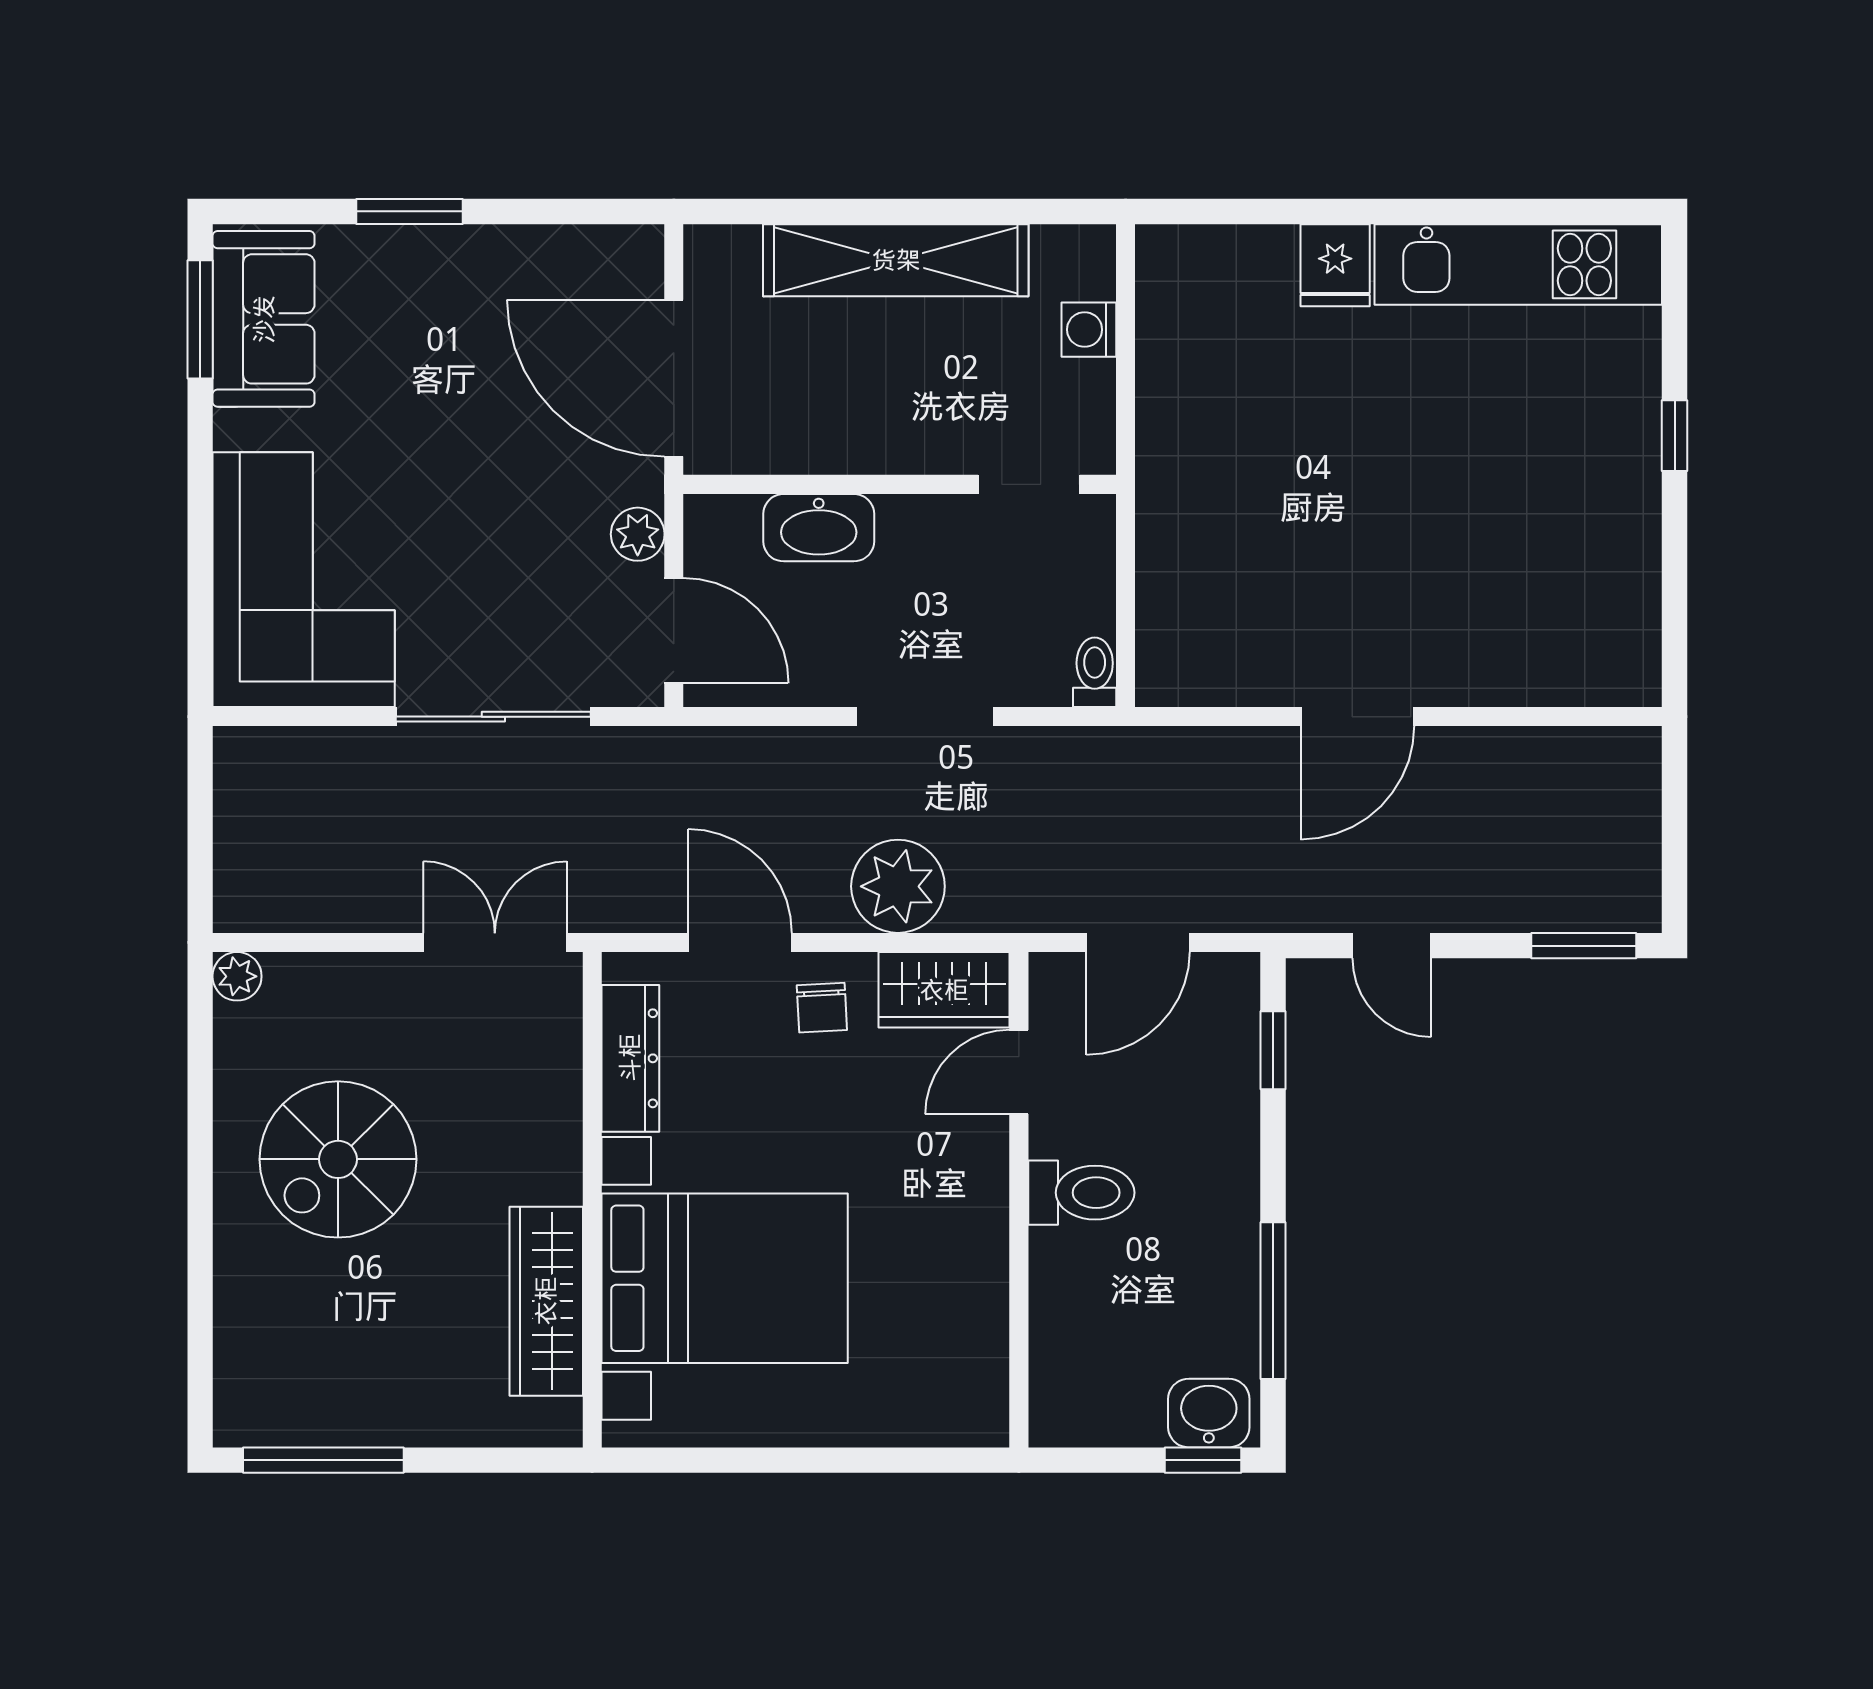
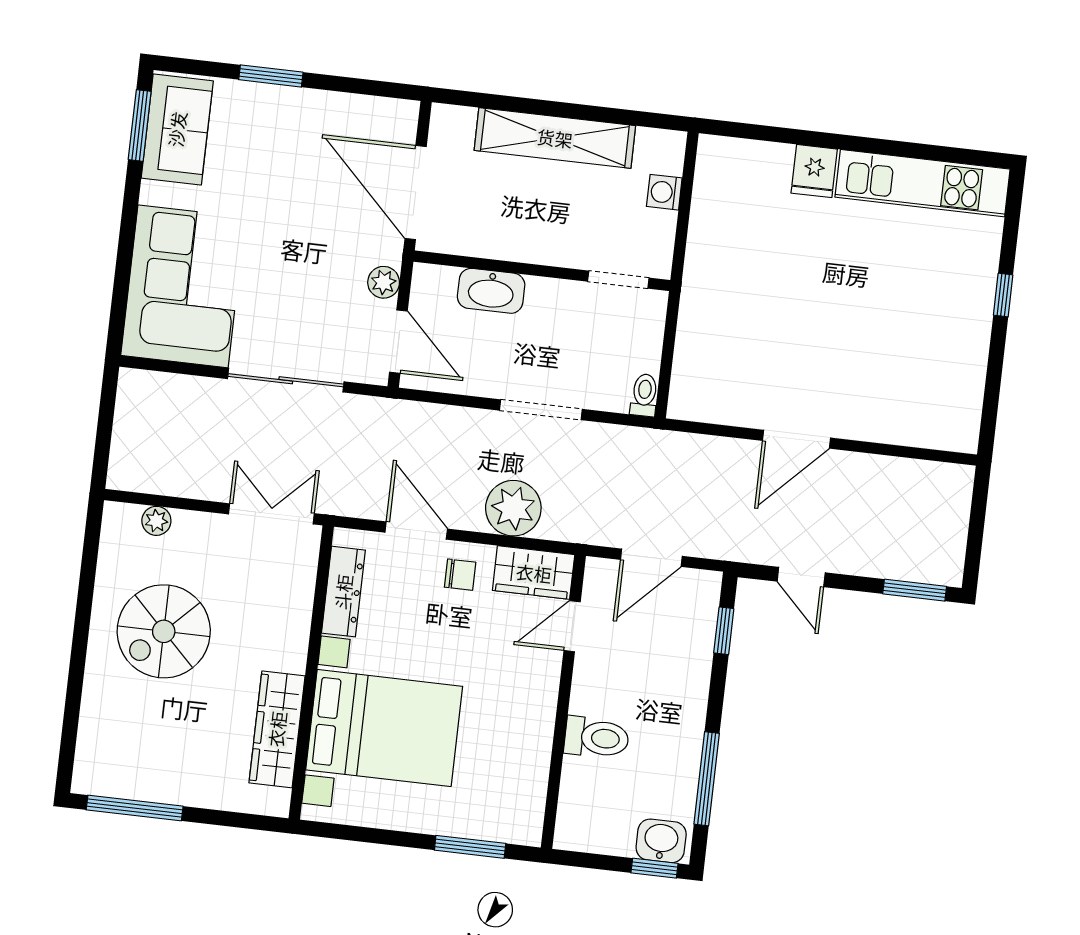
plant: (237, 976) -> (156, 521), moved
chair: (822, 1008) -> (460, 575), turned -87
toilet: (1081, 1193) -> (597, 738), moved
window: (891, 1460) -> (470, 847), added

